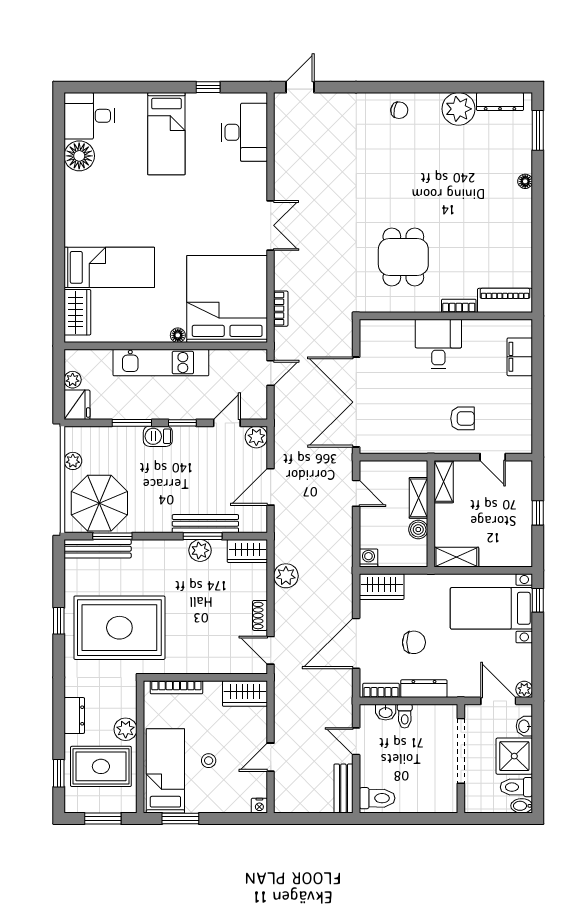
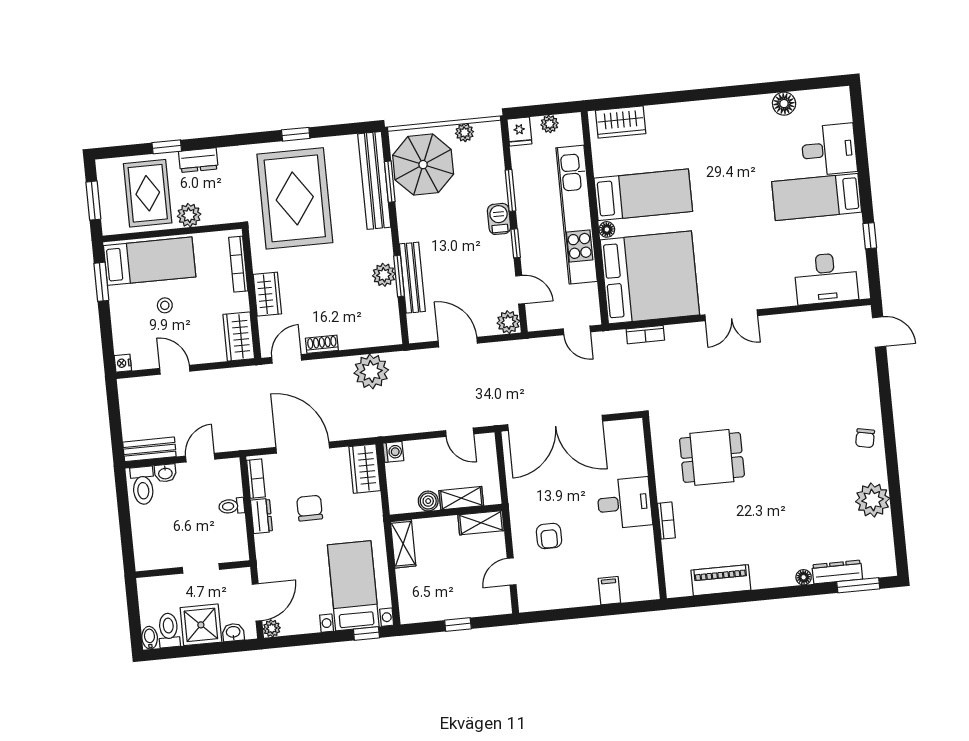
dresser: (500, 102) -> (837, 572), moved, turned 90
desk: (89, 116) -> (829, 150), moved, turned 90
floor lamp: (79, 156) -> (784, 104), width x0.73, depth x0.73
bed: (109, 267) -> (643, 195), moved, turned -90
piano: (505, 300) -> (721, 580), moved, turned -90
filing cabinet: (520, 357) -> (609, 591), width x0.50
kitchen unit: (161, 363) -> (577, 215), width x1.36
double door: (356, 402) -> (555, 423), swing flipped
fridge: (77, 405) -> (519, 131), width x0.72
door: (356, 493) -> (460, 432), hinge flipped
bench: (98, 549) -> (374, 180), width x1.37, depth x1.21
wardrobe: (247, 551) -> (267, 294), moved, turned 180
plant: (286, 576) -> (371, 371), width x1.36, depth x1.36
chair: (414, 642) -> (310, 508), turned 180
dresser: (424, 689) -> (262, 516), width x0.70
washbasin: (386, 712) -> (165, 473), moved, turned -90
doorway: (461, 751) -> (201, 568), width x0.53
window: (59, 773) -> (167, 147), moved

